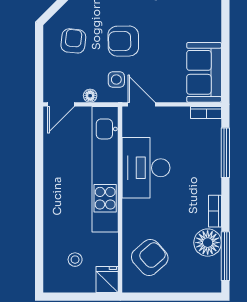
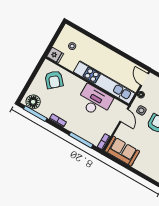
door: (141, 104) -> (124, 115), hinge flipped
floor lamp: (208, 243) -> (33, 102), moved

